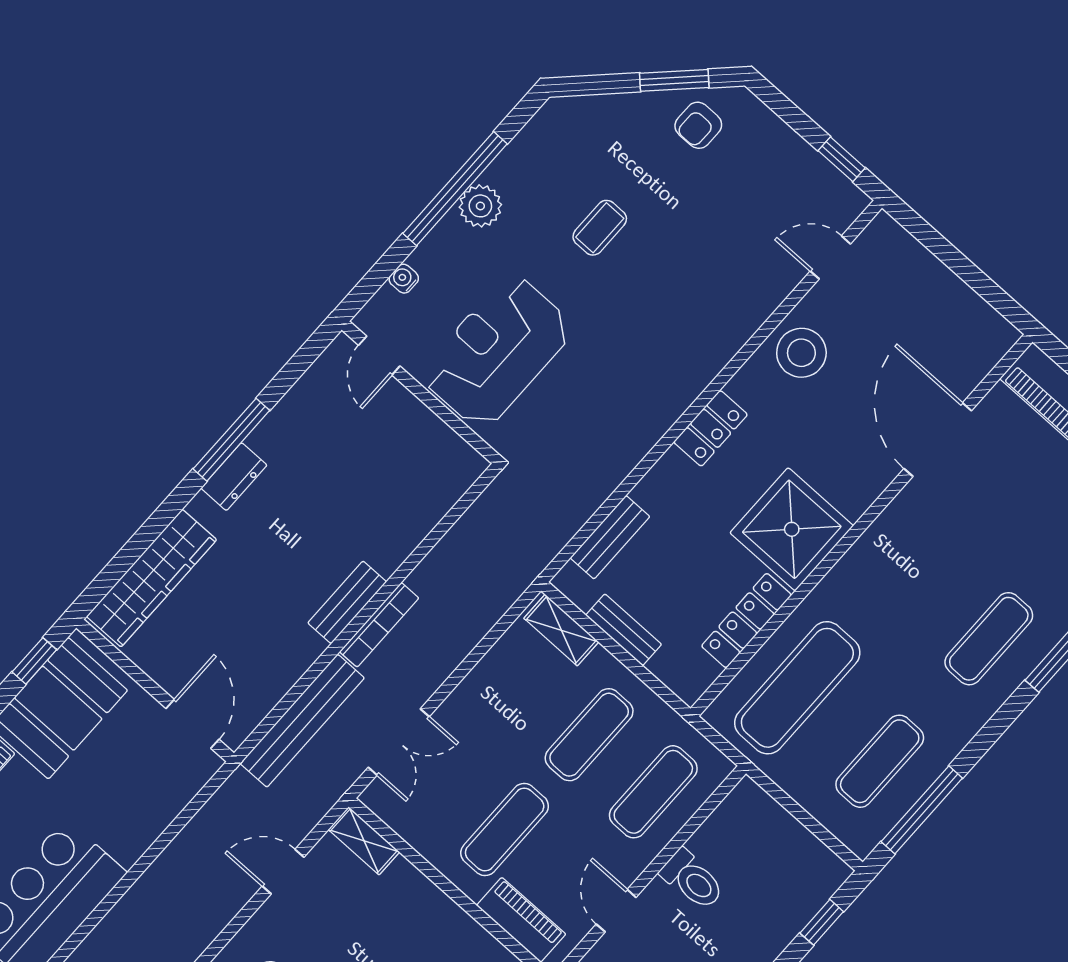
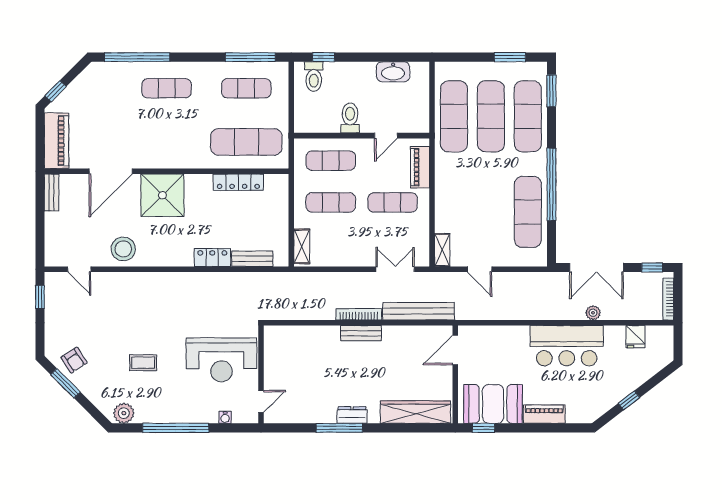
armchair: (698, 125) -> (74, 360), turned 57
plant: (480, 206) -> (124, 413), moved
locker: (711, 428) -> (212, 257), moved
shower: (792, 529) -> (162, 195), moved
bench: (624, 630) -> (52, 193), moved
toilet: (806, 881) -> (314, 77), added

